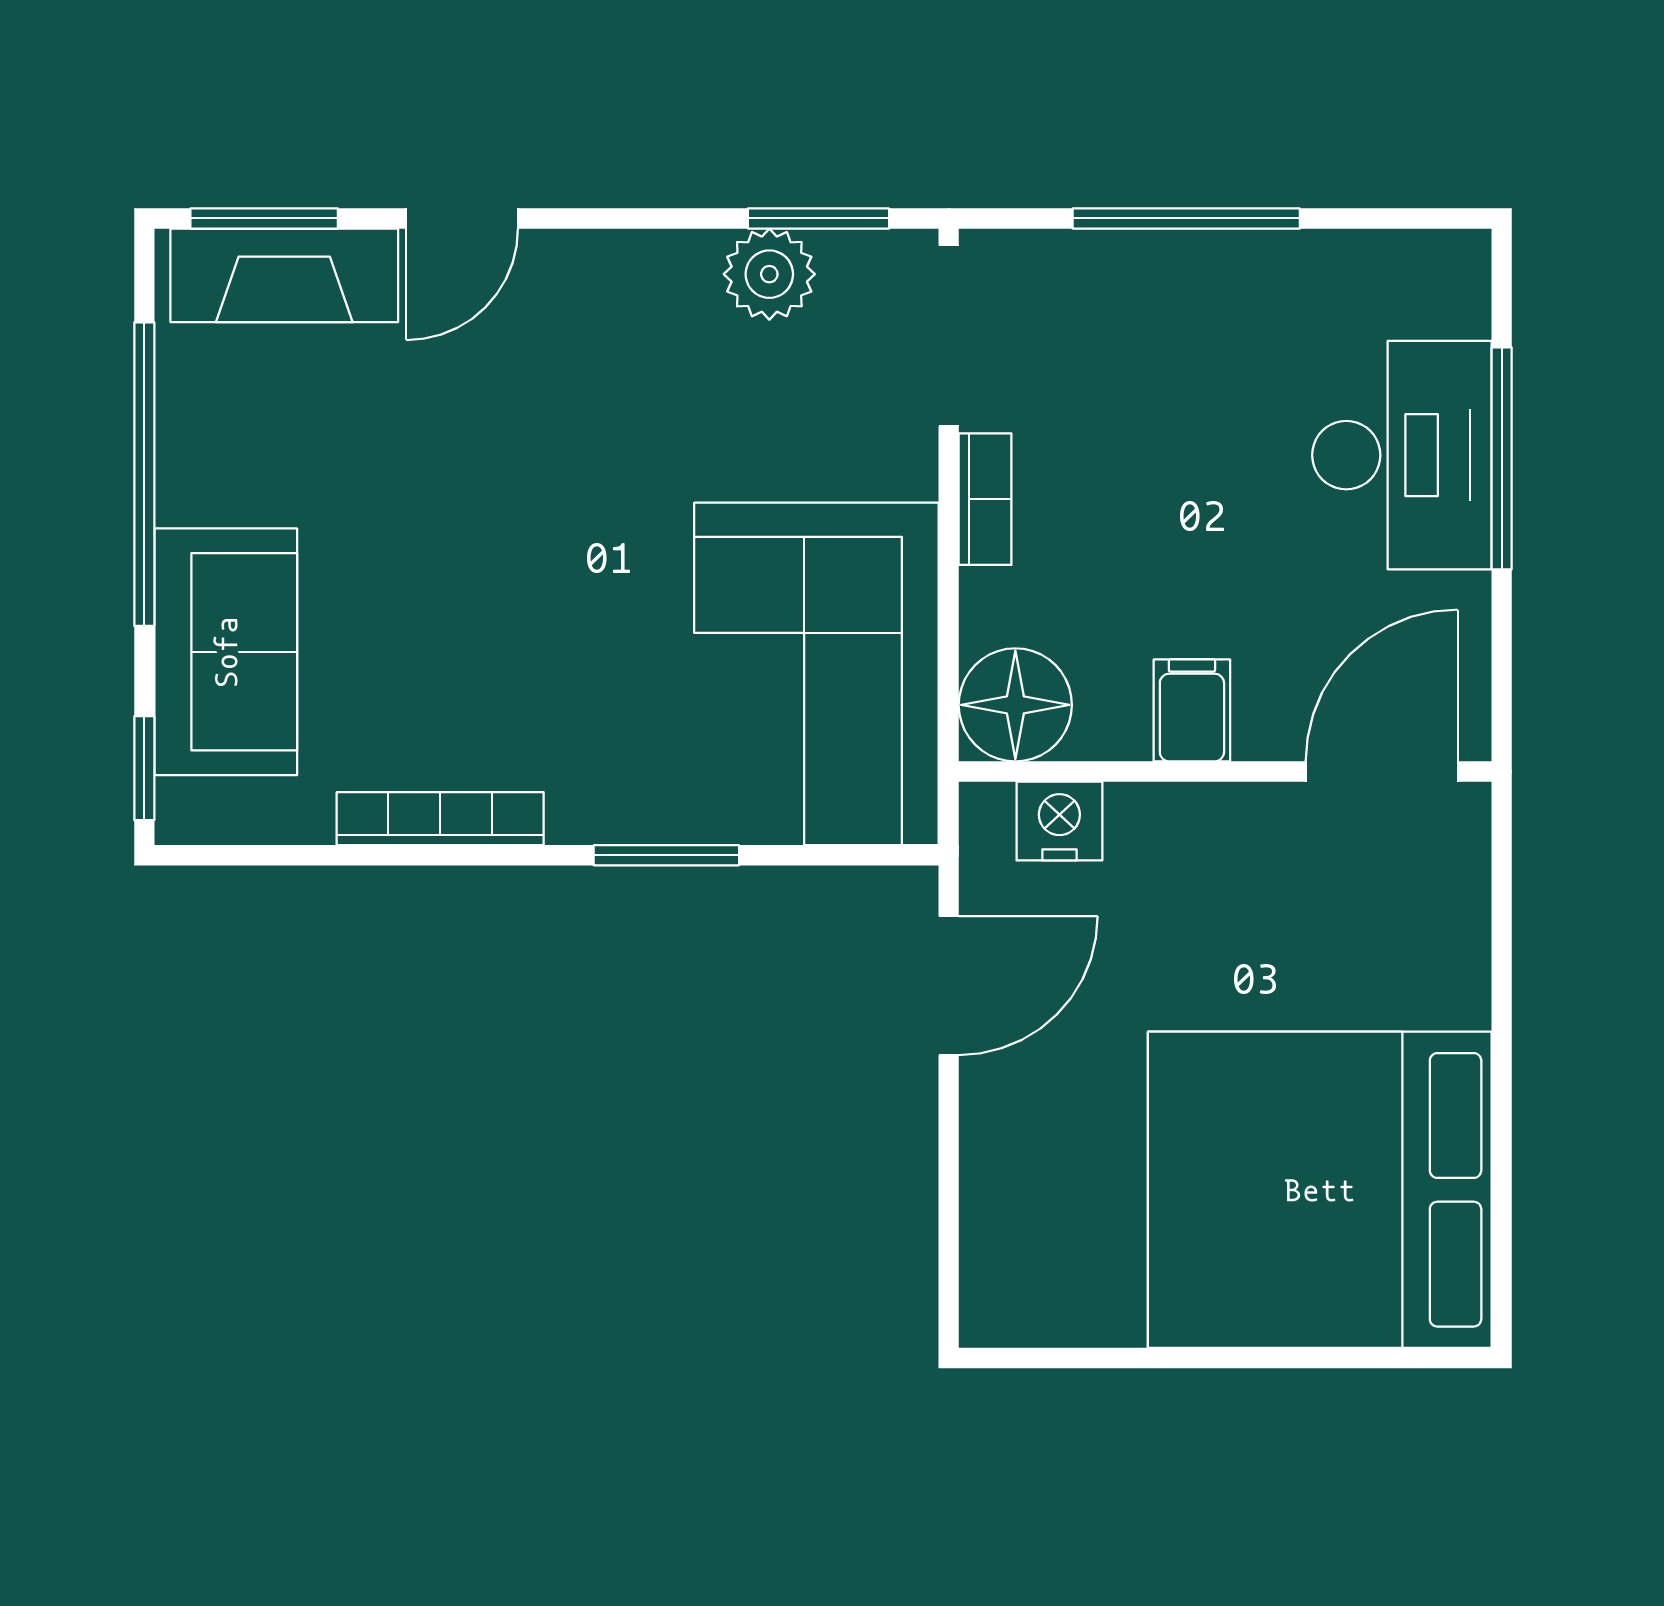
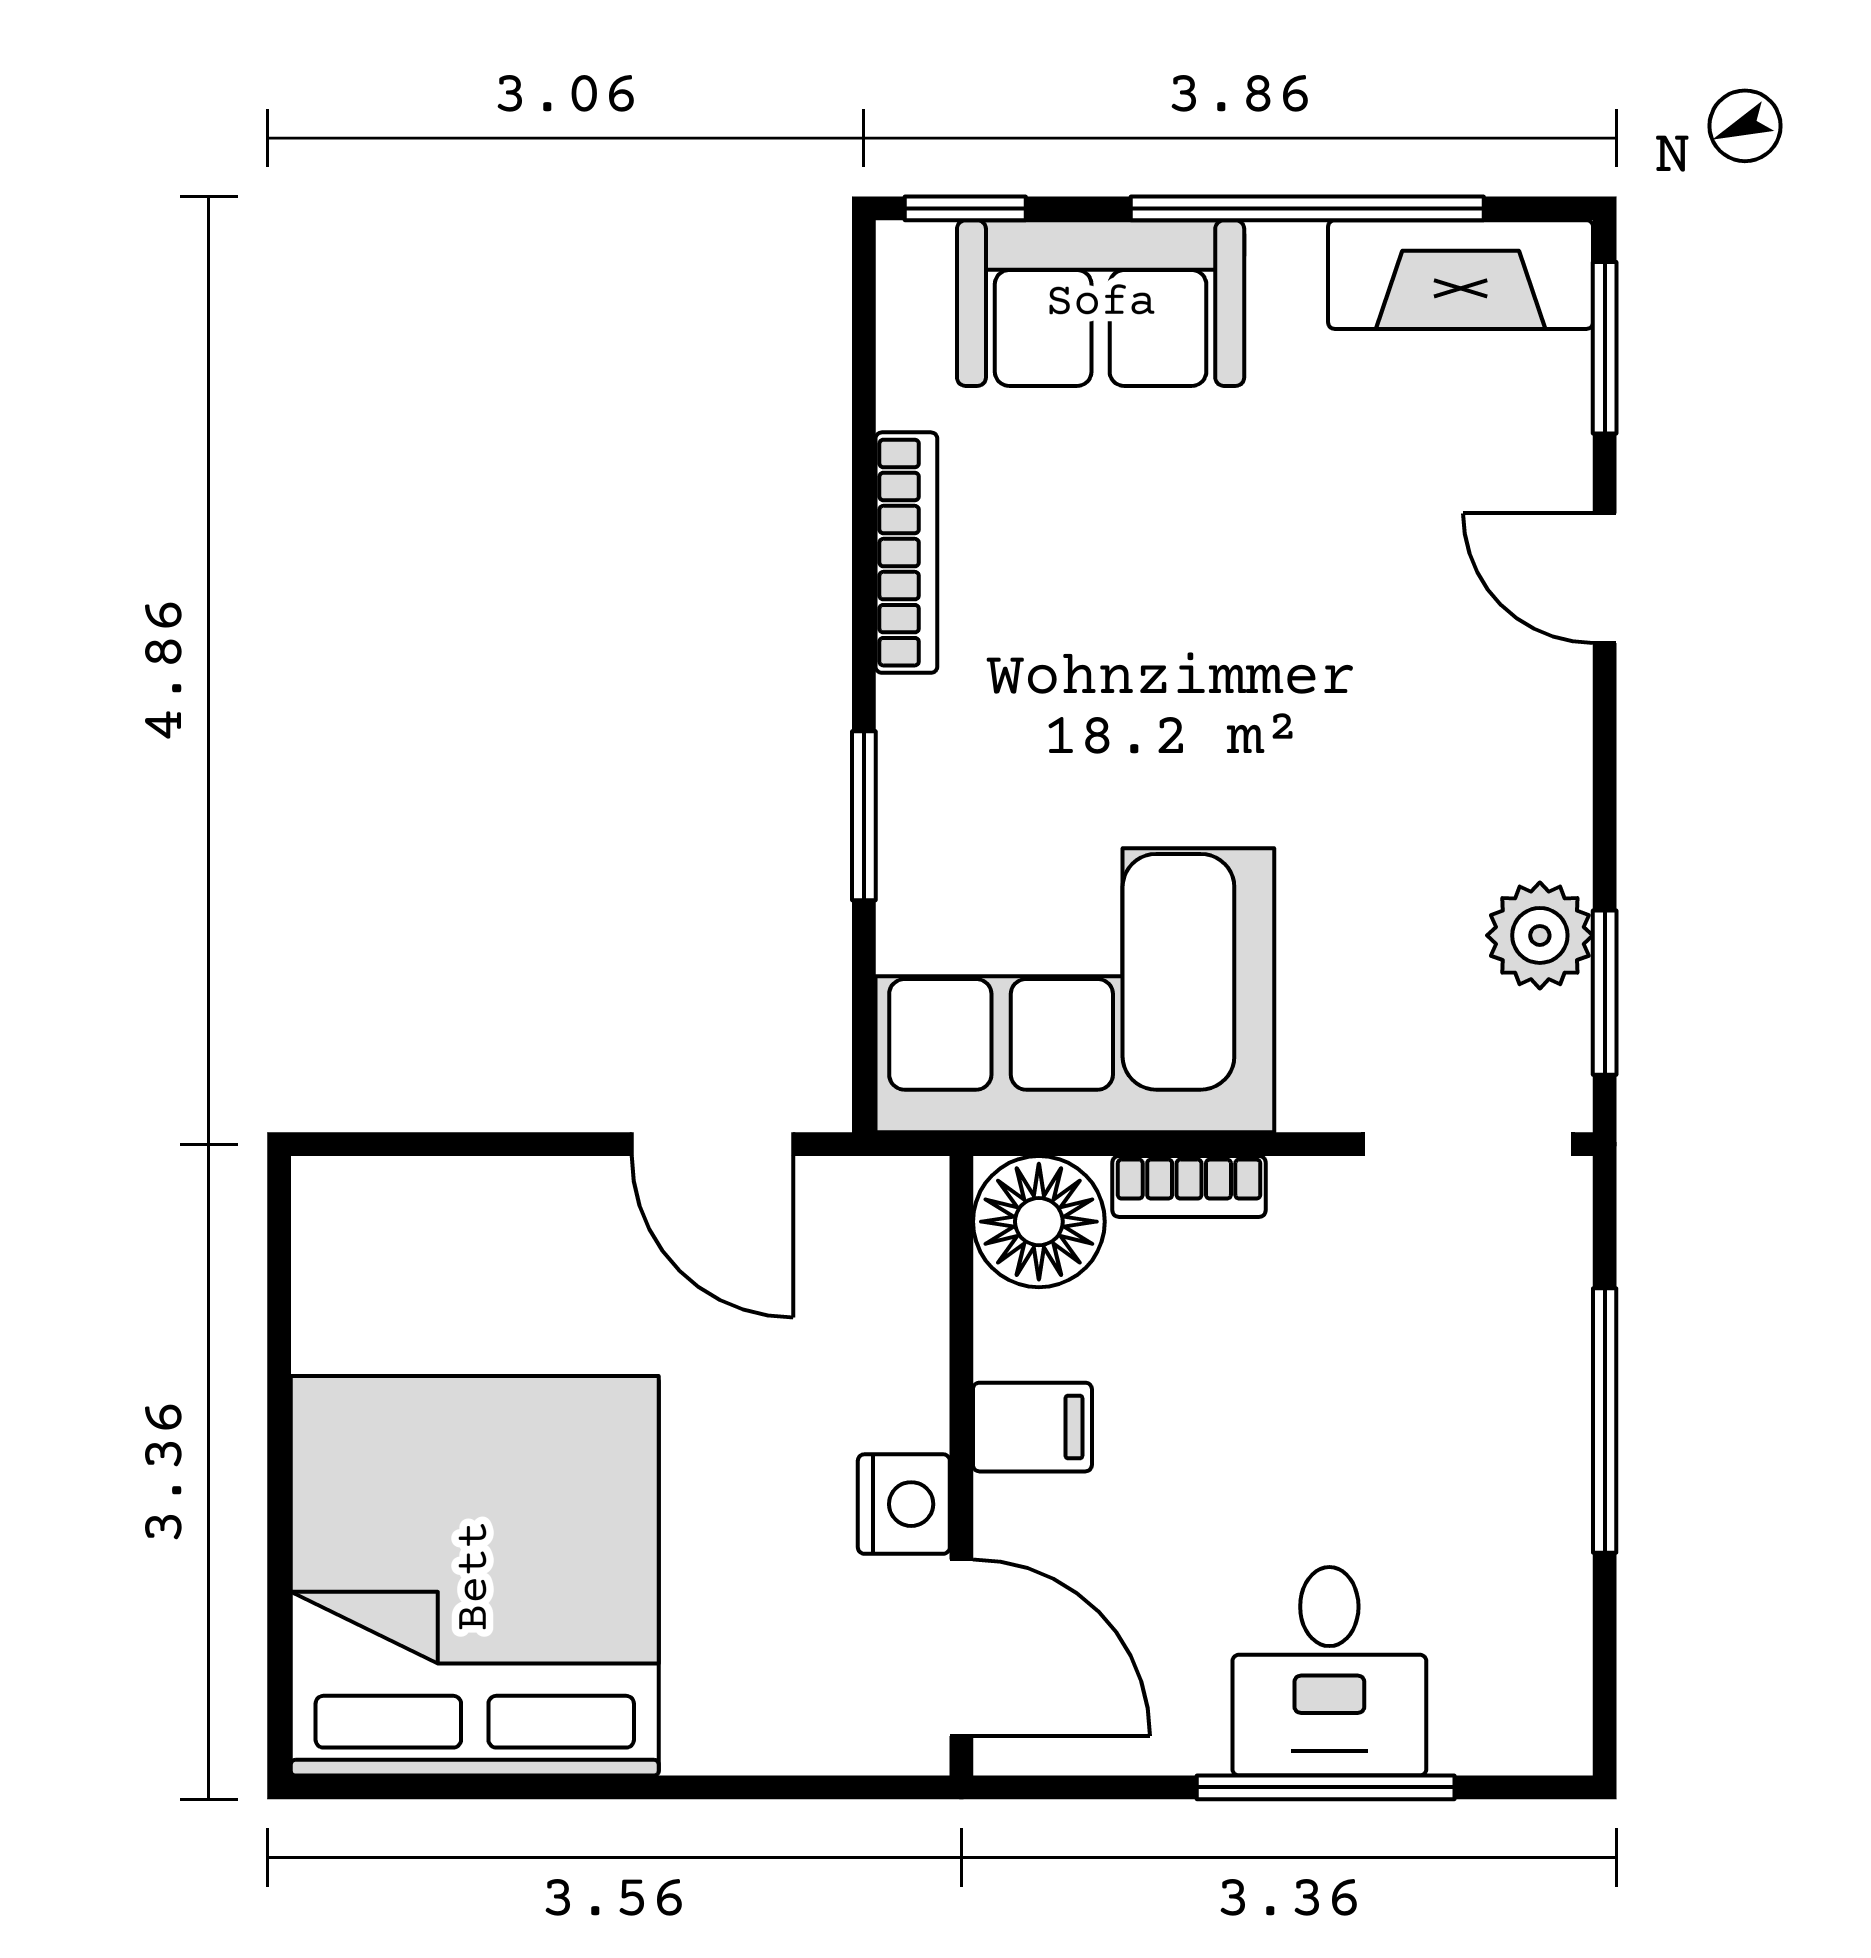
fireplace: (284, 275) -> (1461, 275), moved, turned -90
desk: (1402, 455) -> (1329, 1671), width x0.73
bookcase: (985, 499) -> (1189, 1186), moved
nightstand: (1059, 821) -> (904, 1504), moved

